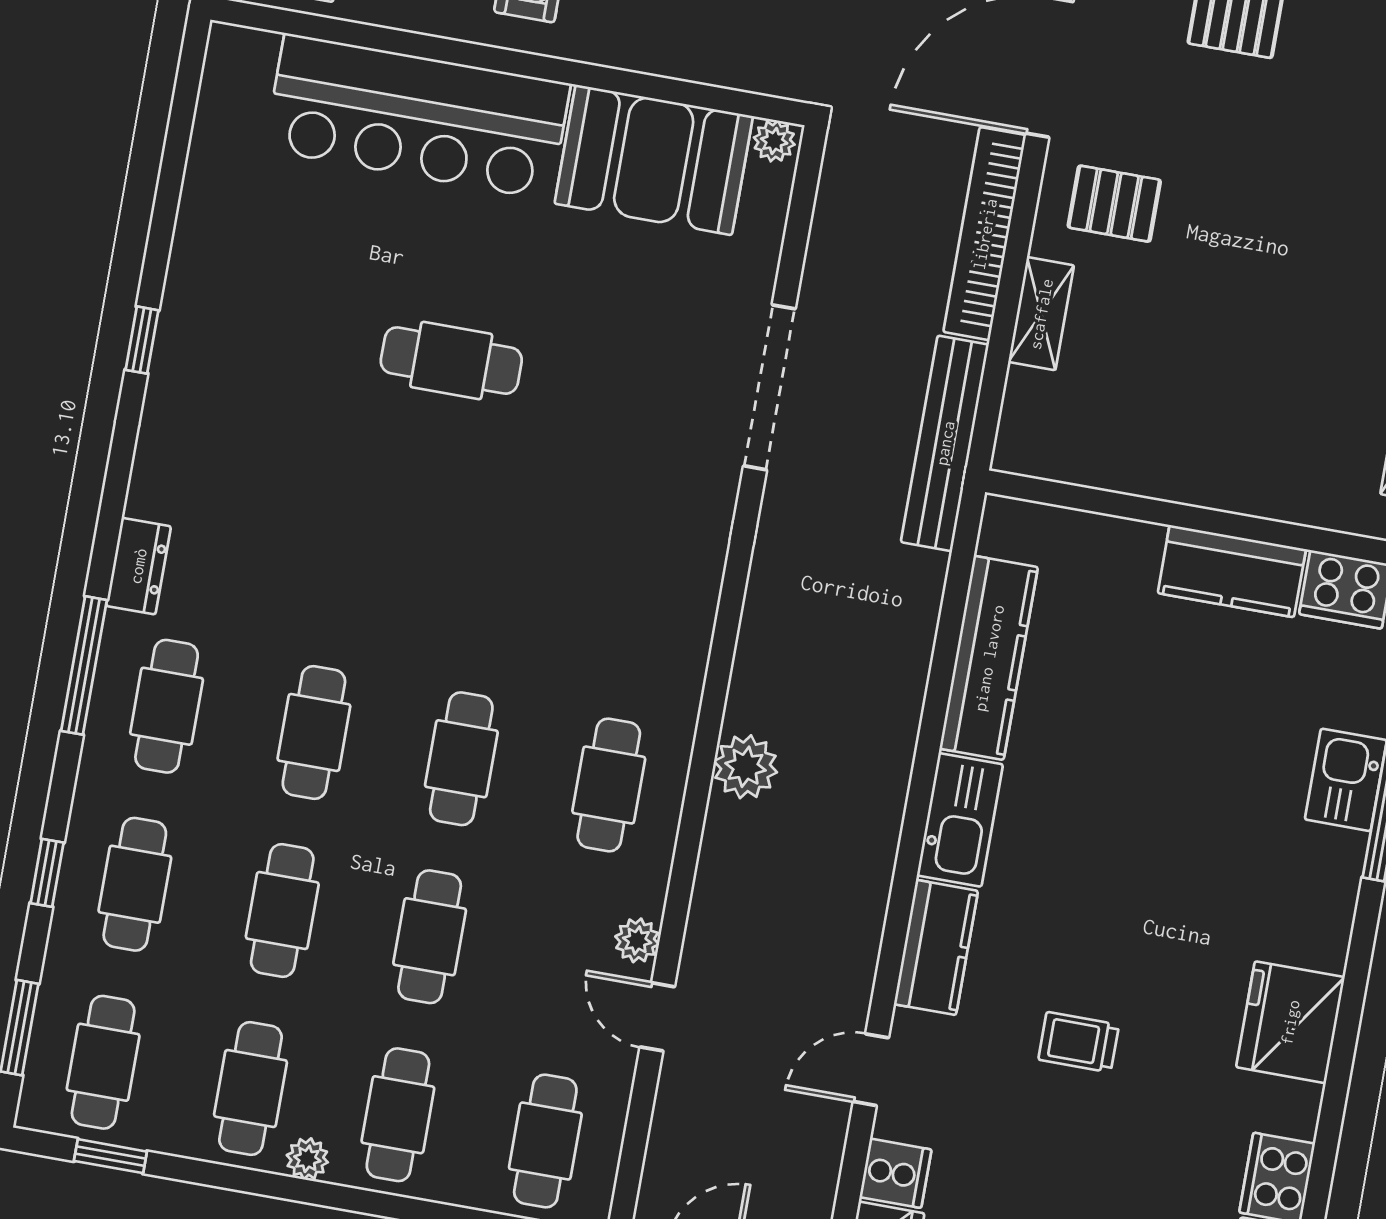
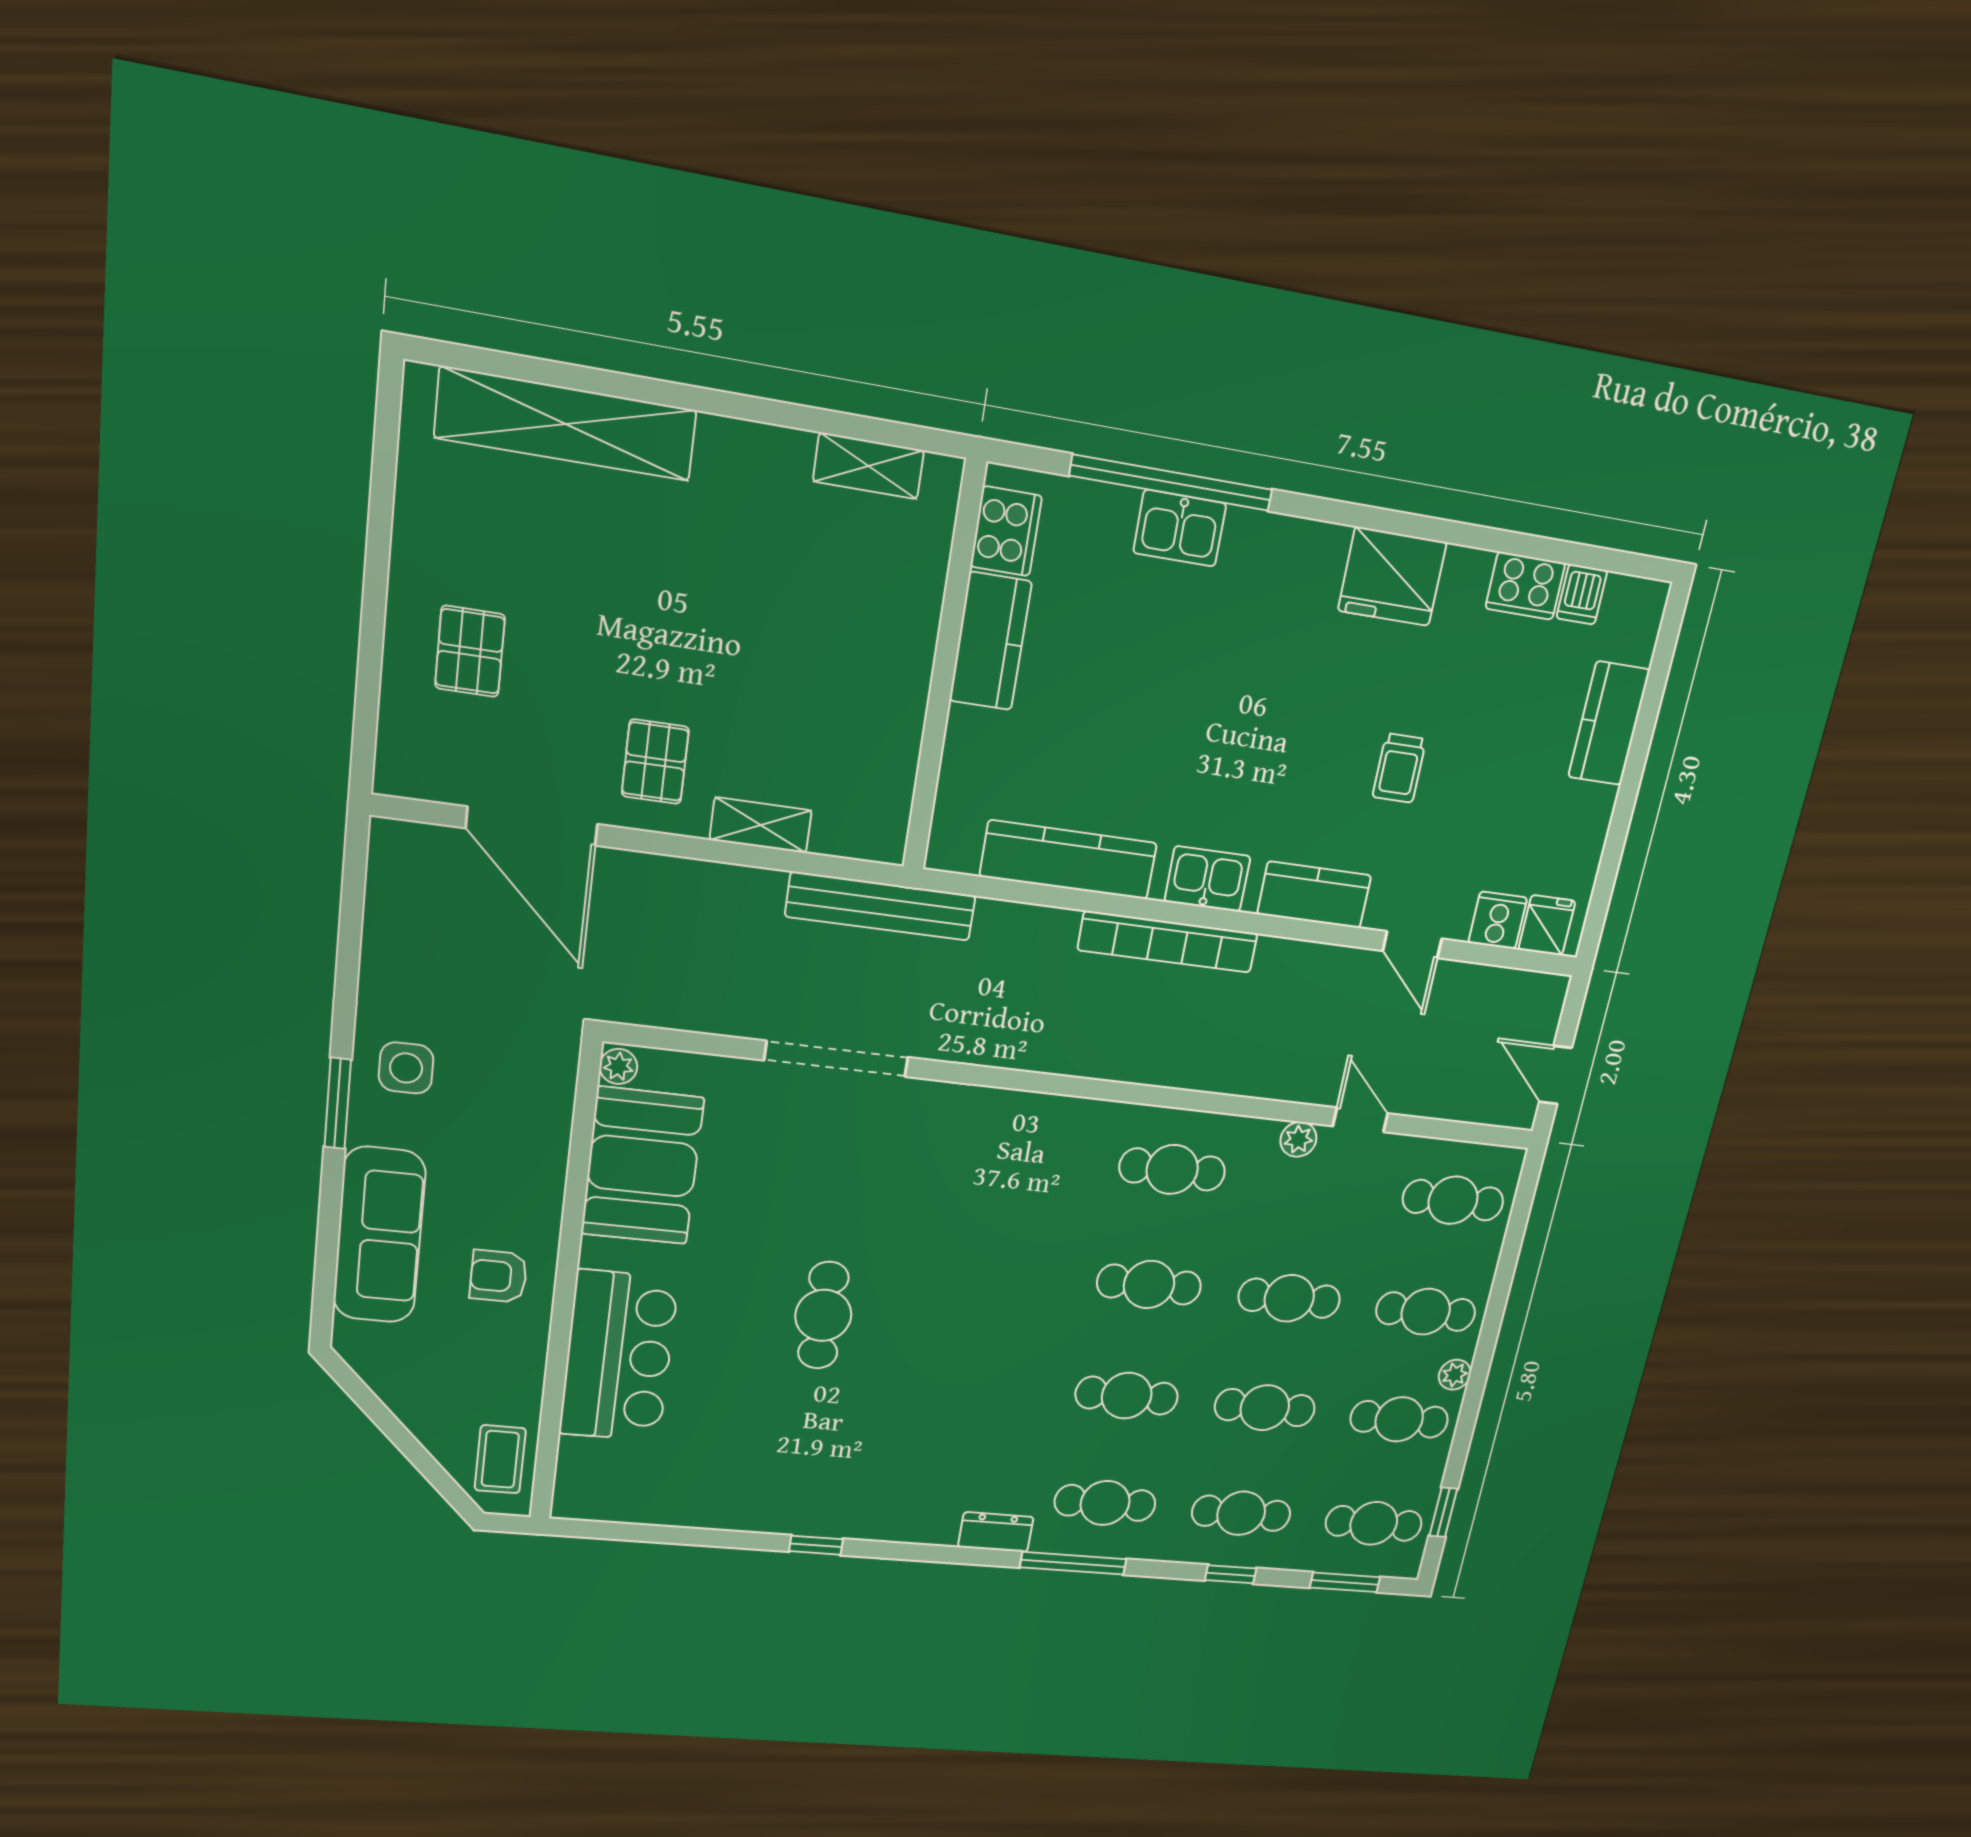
bar counter: (417, 117) -> (618, 1356), width x0.73
bookcase: (985, 234) -> (1168, 942), moved
plant: (746, 767) -> (1159, 1061), removed
kitchen sink: (960, 820) -> (1207, 879), width x0.73
door: (657, 1017) -> (1360, 1120), swing flipped

